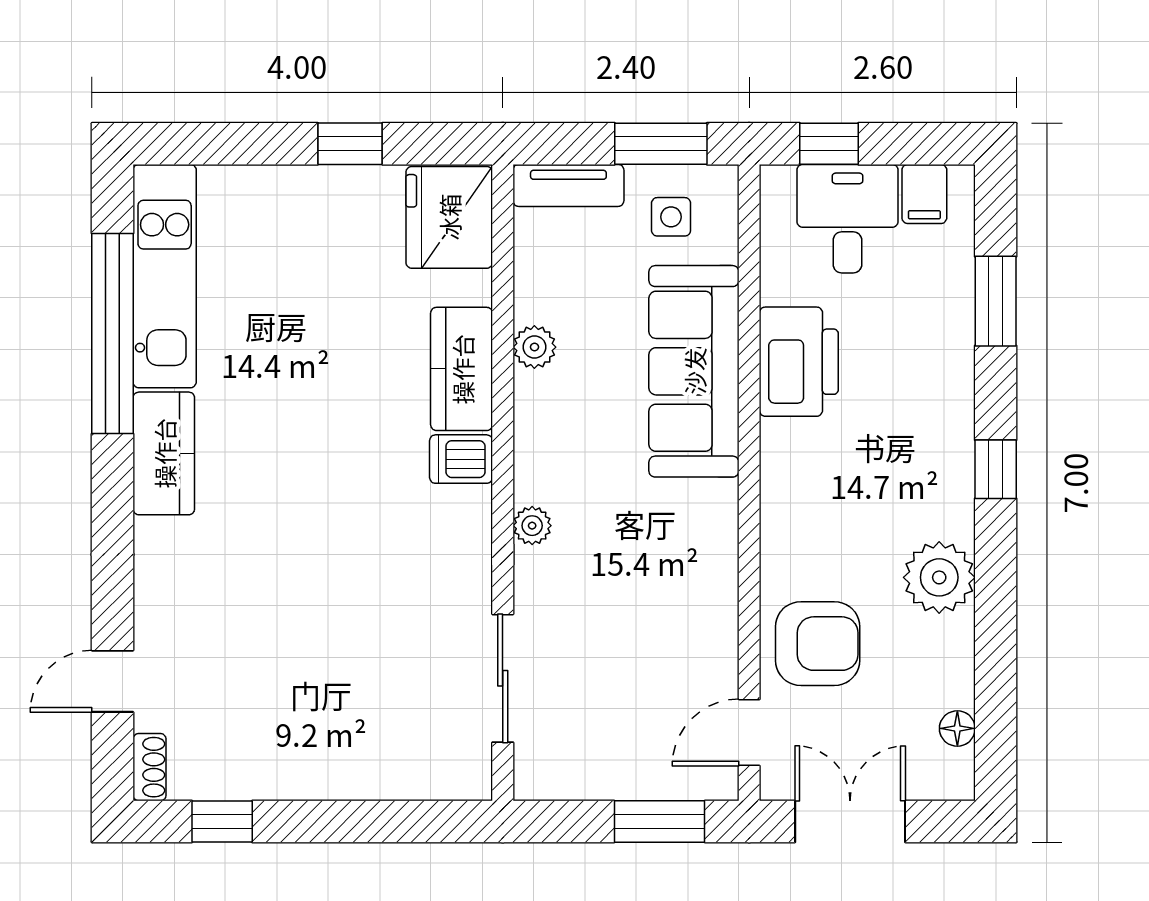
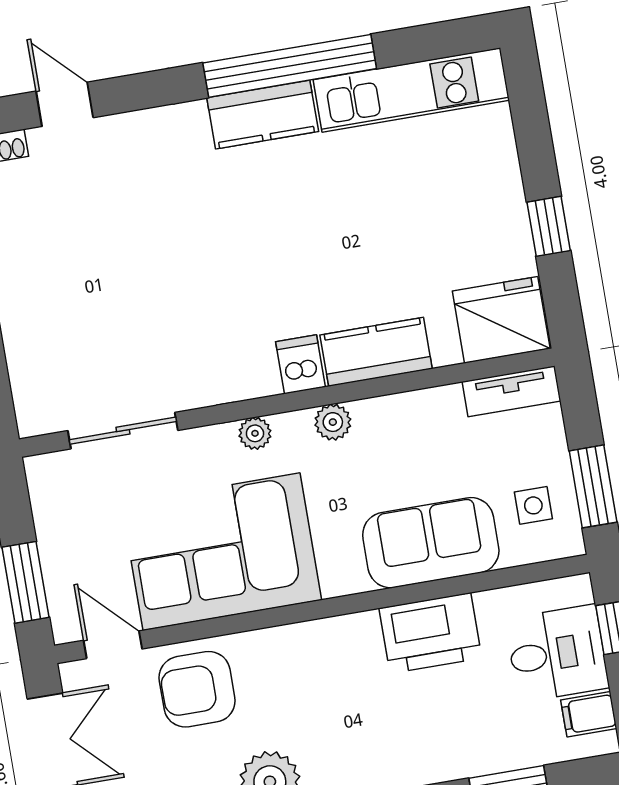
tv unit: (568, 185) -> (511, 391), moved, turned -90
window: (113, 334) -> (290, 66), moved
plant: (534, 347) -> (333, 422), moved
sofa: (694, 371) -> (431, 543), width x0.73
corner sofa: (663, 588) -> (222, 552), added
armchair: (818, 644) -> (197, 689), turned 90

